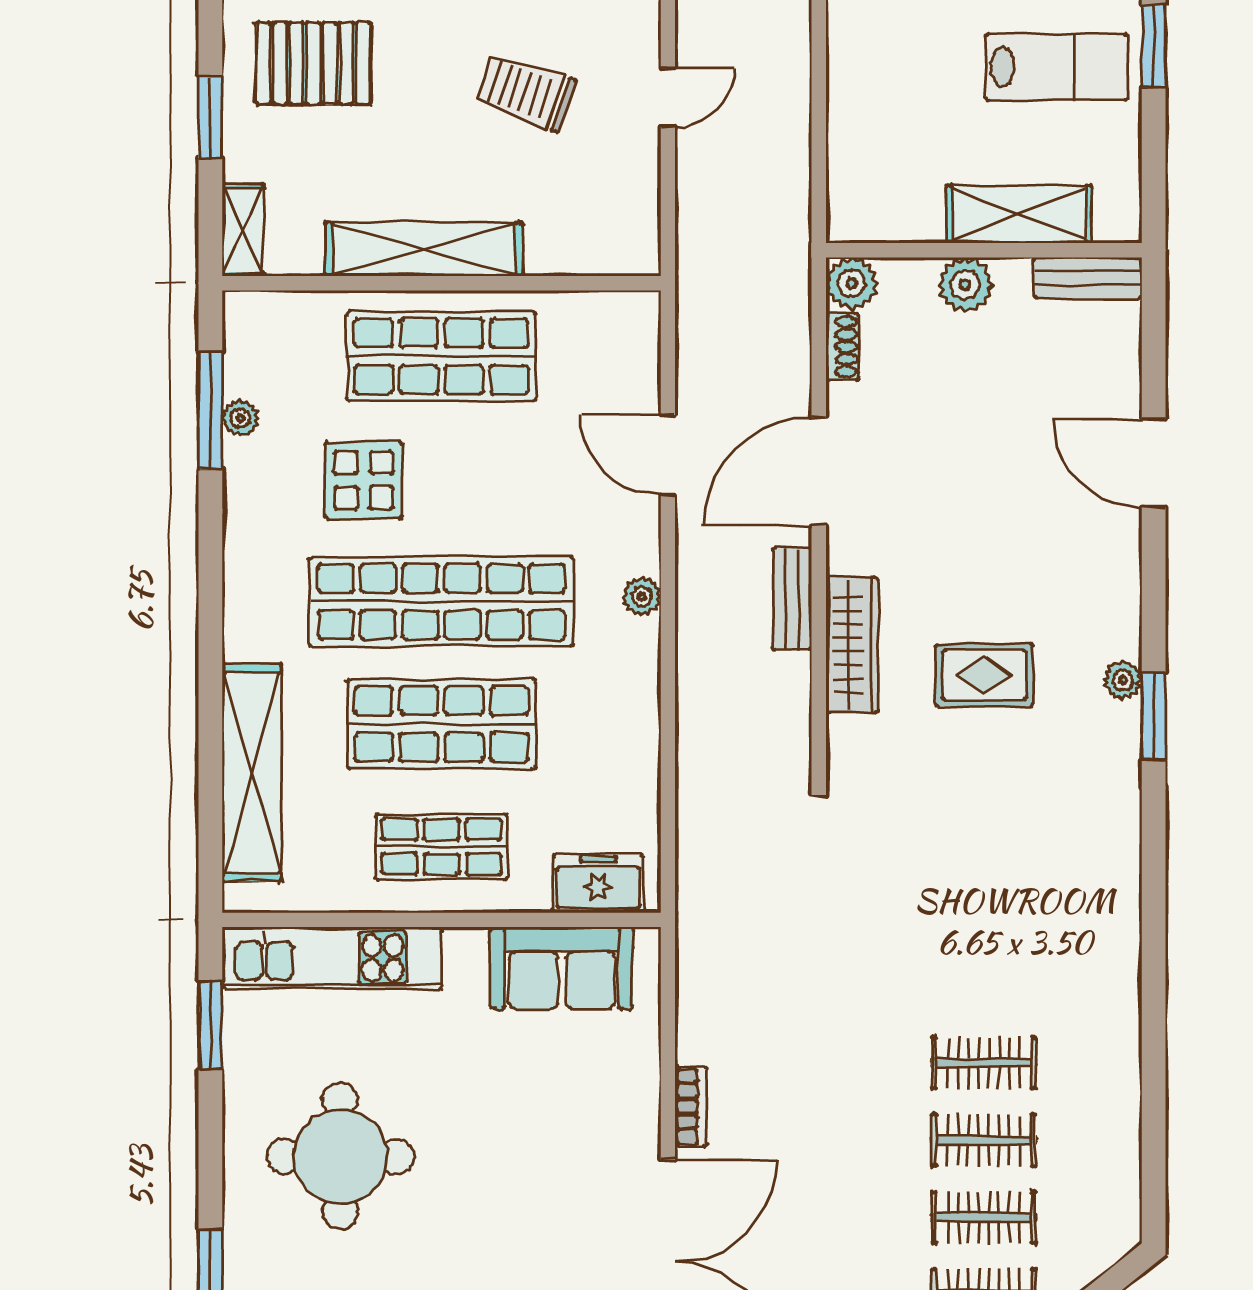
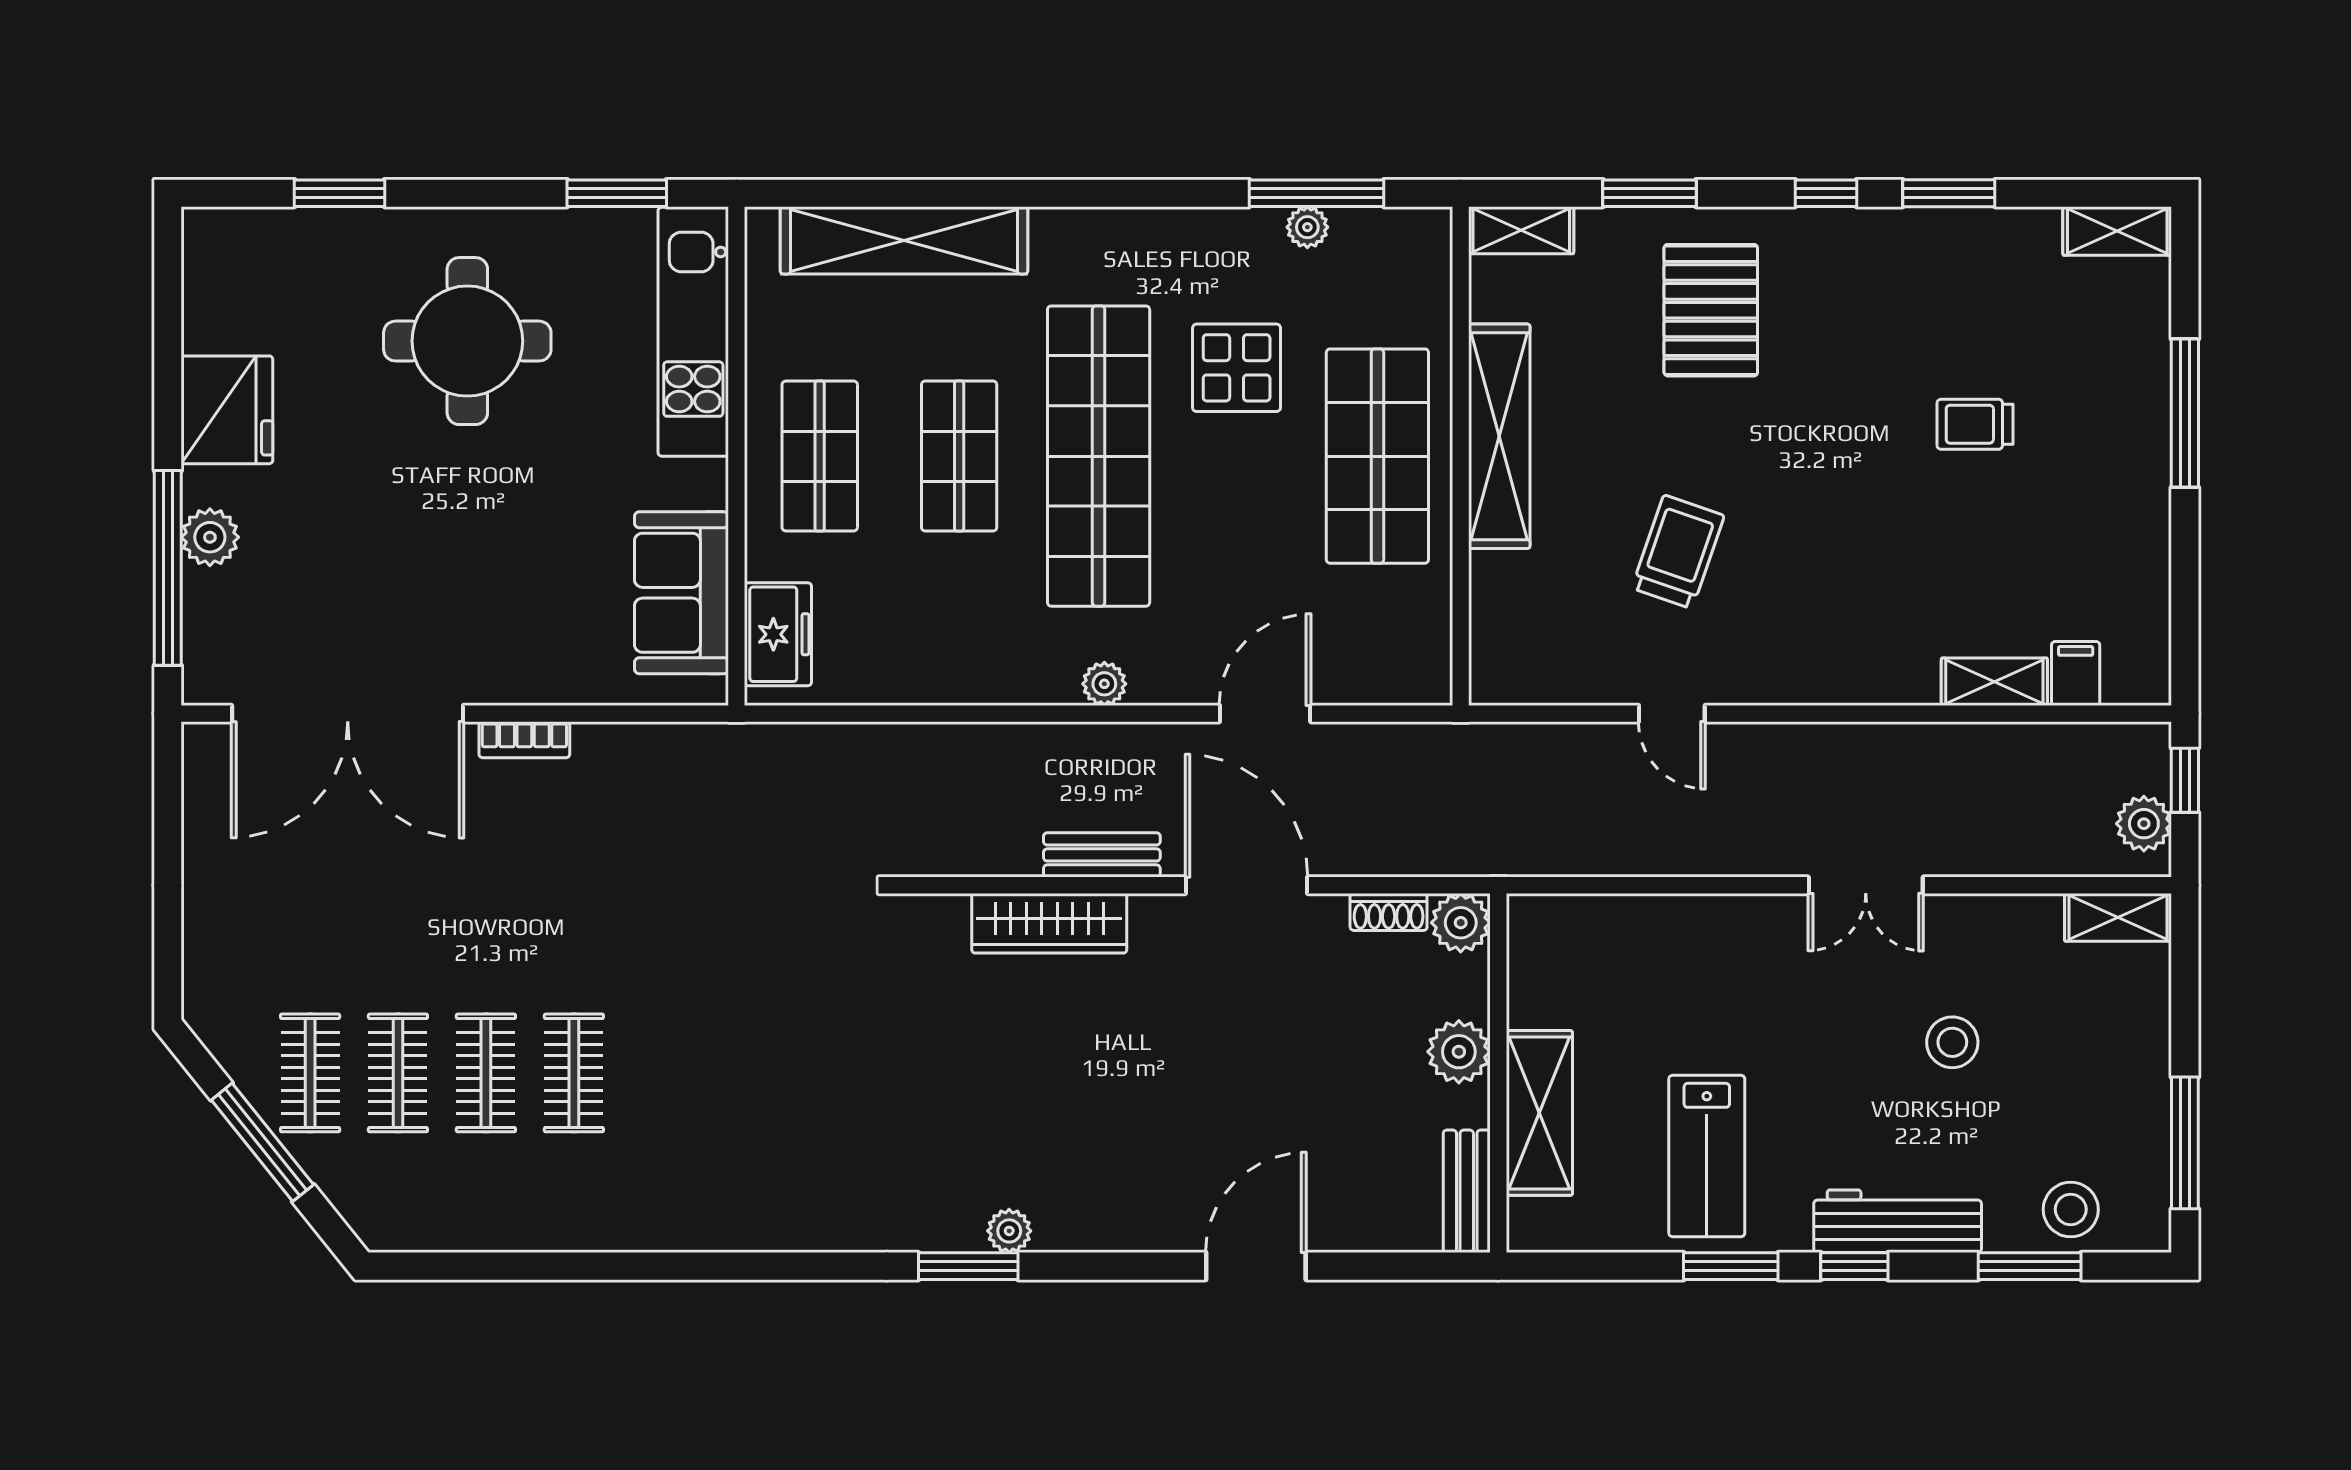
rug: (984, 675) -> (1015, 1074), removed
shop shelf: (441, 724) -> (959, 456), width x0.70, depth x0.74

